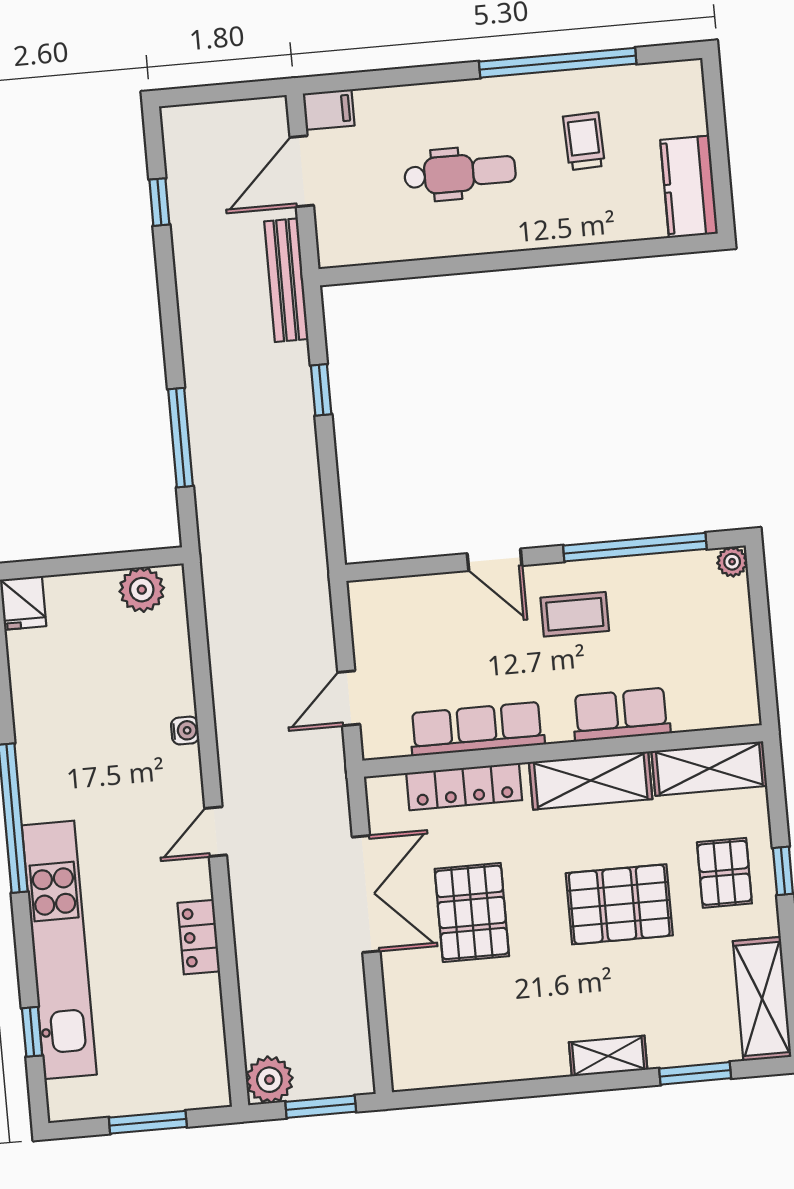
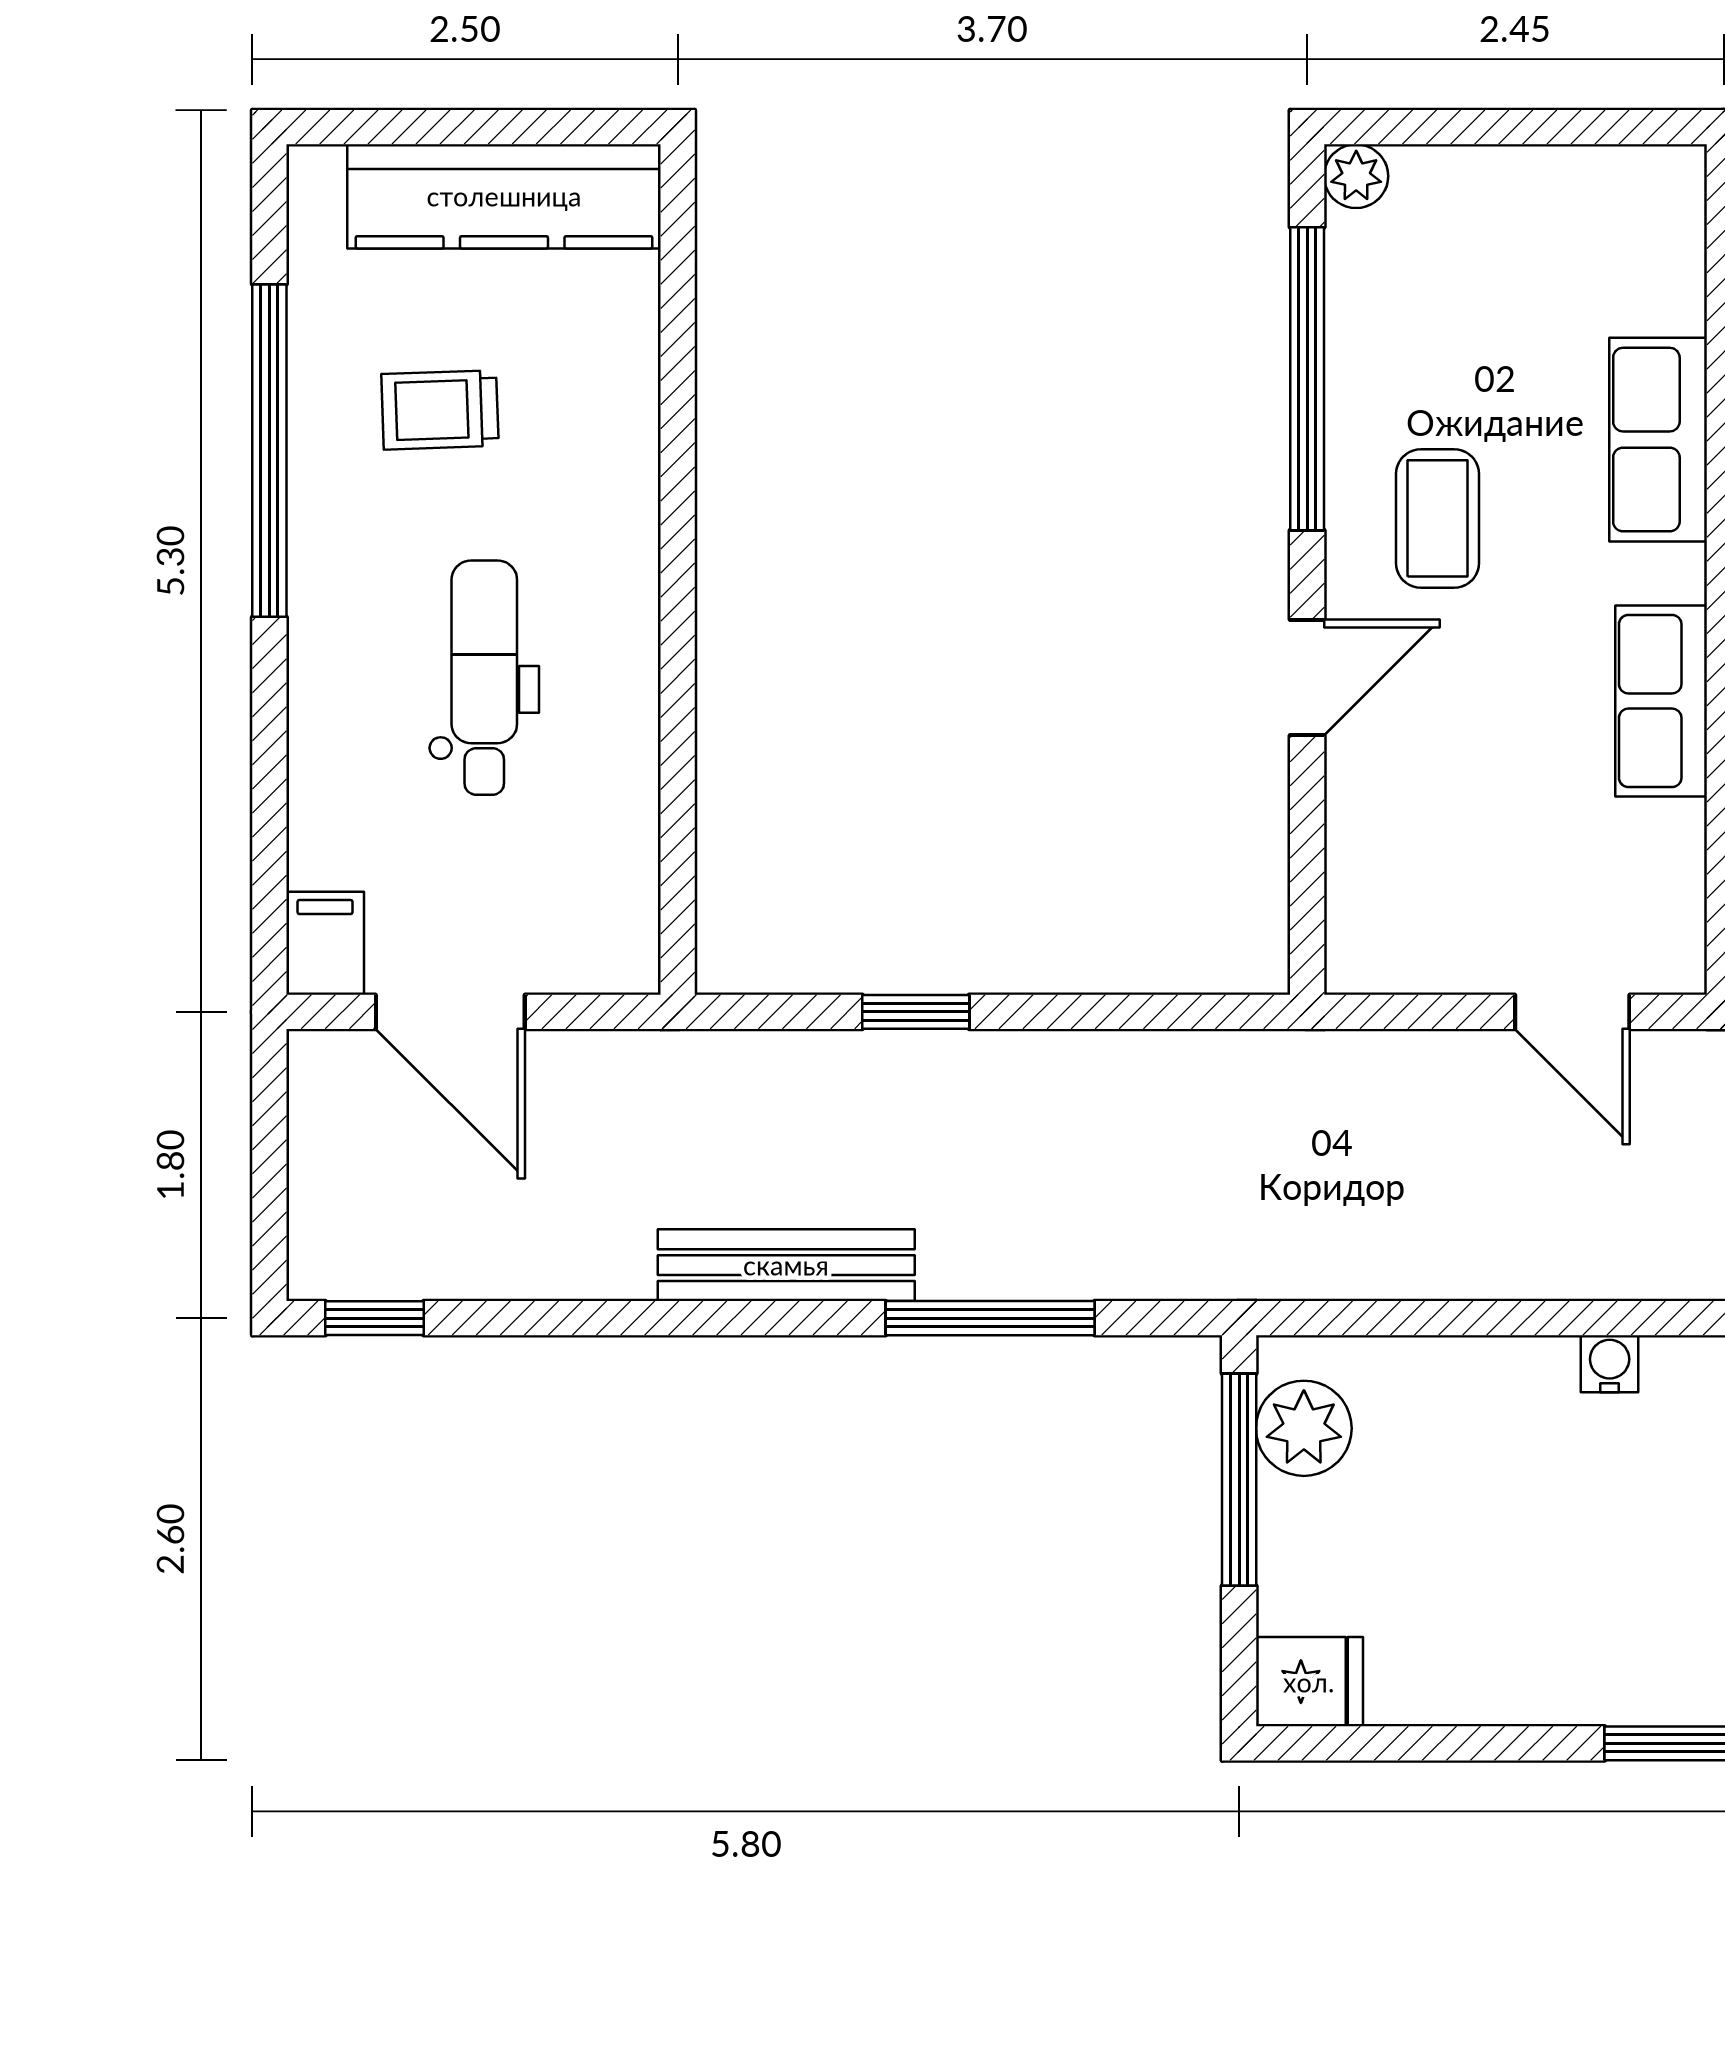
kitchen counter: (689, 187) -> (504, 196), width x1.50
window: (159, 202) -> (375, 1318), moved
bench: (286, 280) -> (786, 1265), moved
window: (115, 561) -> (1239, 1480), added
row of seats: (477, 729) -> (1661, 701), width x0.68

